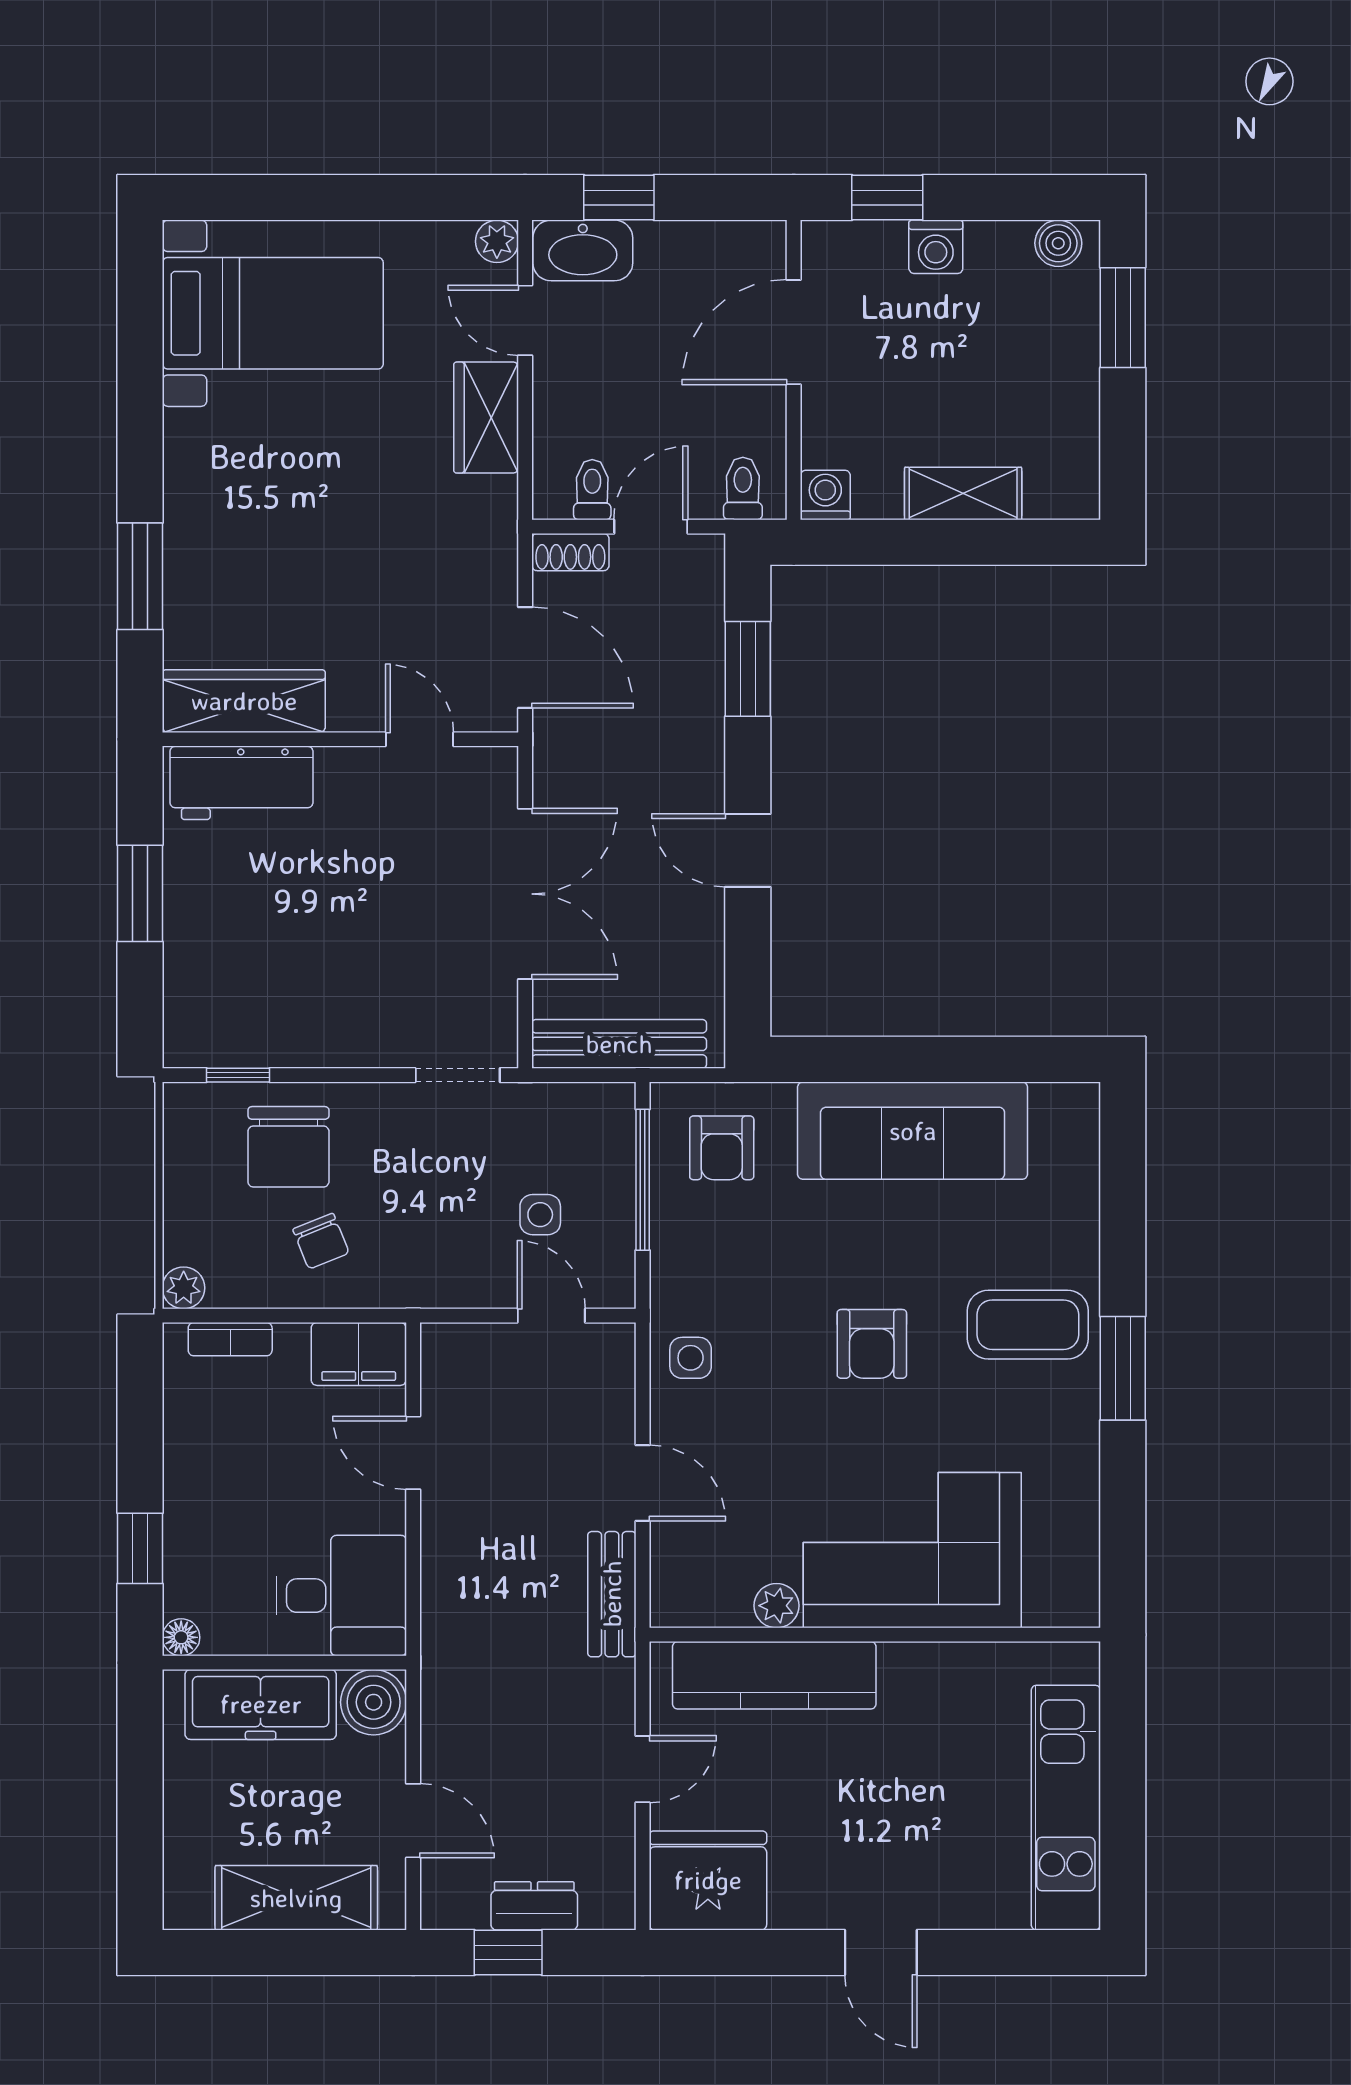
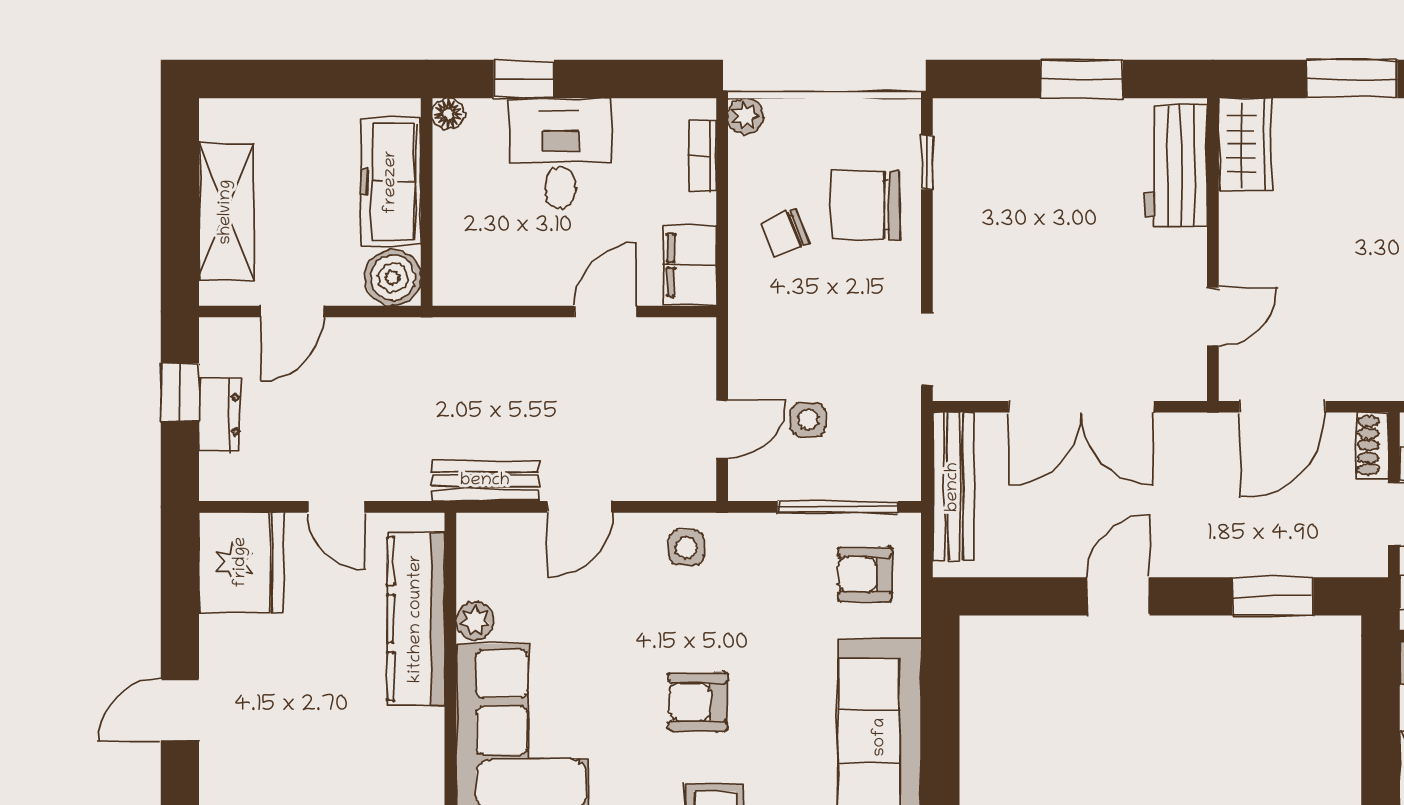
wardrobe: (244, 701) -> (1245, 144), width x0.67
desk: (341, 1596) -> (560, 153), moved, turned 180

